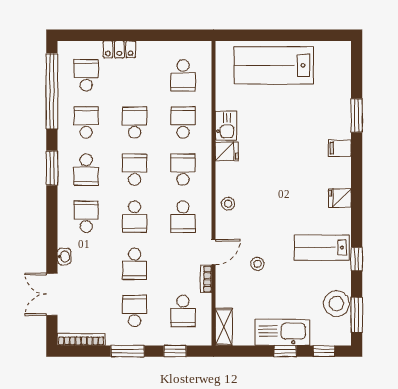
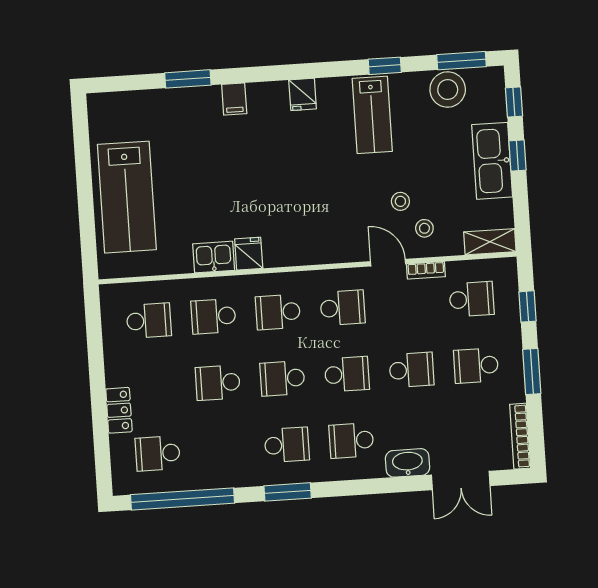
school desk: (86, 123) -> (222, 449), removed
stool: (228, 204) -> (424, 228), moved
washbasin: (64, 256) -> (408, 463), width x1.91, depth x1.45

